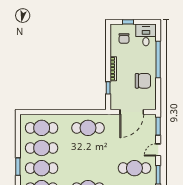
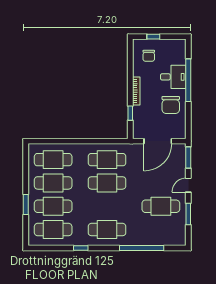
desk: (146, 35) -> (173, 77), moved, turned 90
chair: (143, 81) -> (171, 105), turned 90
cafe table: (88, 148) -> (107, 183), added

